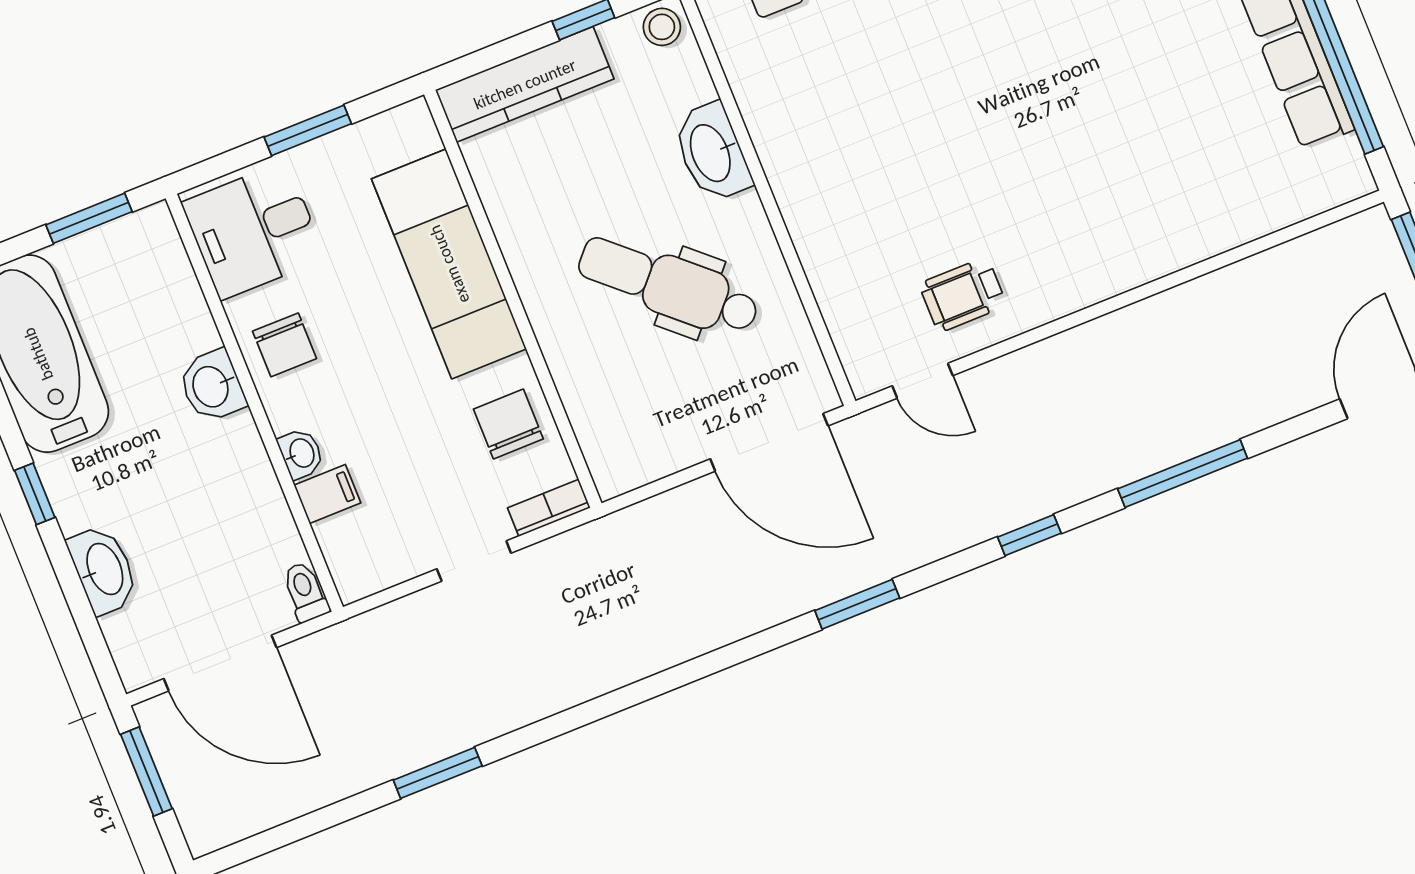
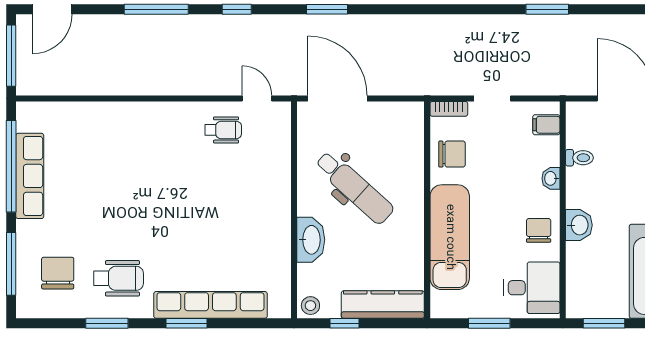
chair: (508, 424) -> (452, 154), turned -90
filing cabinet: (327, 494) -> (546, 125), moved
toilet: (305, 592) -> (579, 158), moved, turned -90

